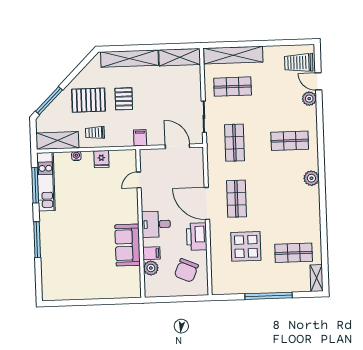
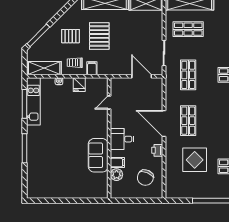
pallet: (124, 99) -> (99, 36), width x1.50, depth x1.42
pallet: (89, 100) -> (70, 36), width x0.67, depth x0.71
filing cabinet: (140, 138) -> (92, 68), moved
printer: (197, 237) -> (157, 150), width x0.53, depth x0.68

